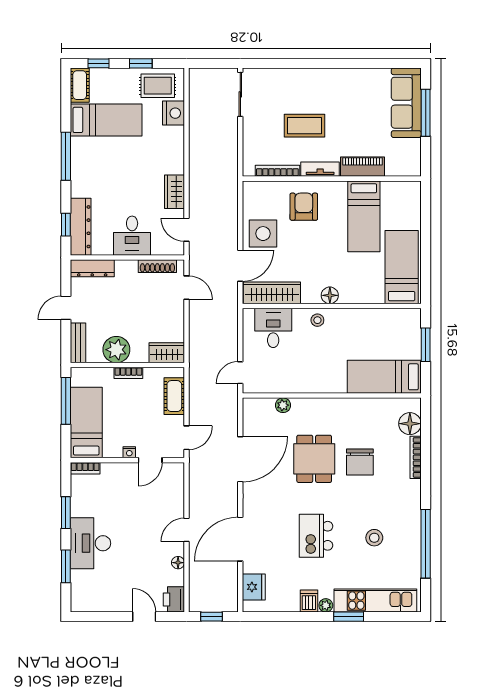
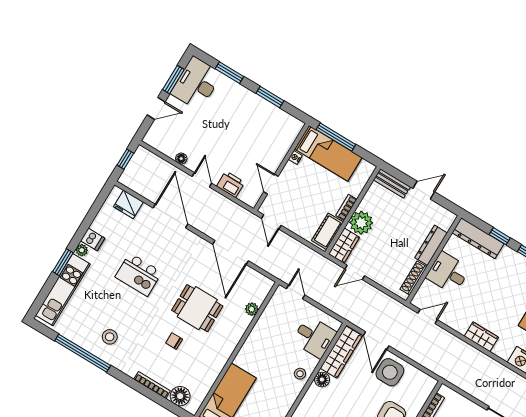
wardrobe: (175, 192) -> (481, 337), moved
window: (66, 225) -> (500, 236), moved
dresser: (92, 268) -> (431, 245), moved
door: (187, 288) -> (355, 272), moved
floor lamp: (330, 295) -> (322, 380), moved
door: (66, 308) -> (424, 190), hinge flipped
plant: (116, 350) -> (361, 223), moved
cot: (174, 396) -> (327, 231), moved, turned 90
window: (66, 401) -> (336, 137), moved
nightstand: (129, 452) -> (295, 157), moved
chair: (360, 462) -> (174, 341), width x0.54, depth x0.54
bookcase: (85, 468) -> (294, 132), removed
kitchen island: (316, 536) -> (139, 274), turned 180
stool: (374, 538) -> (110, 337), moved
desk: (90, 543) -> (196, 83), moved, turned -90
printer: (174, 599) -> (231, 184), moved
window: (106, 617) -> (173, 80), added

